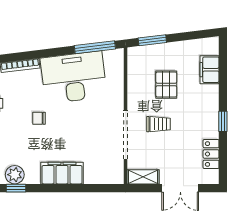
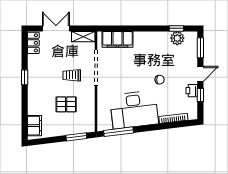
filing cabinet: (210, 70) -> (34, 126), moved
pallet: (166, 85) -> (66, 104), turned 90
locker: (211, 154) -> (33, 43), moved
filing cabinet: (62, 173) -> (117, 39), moved

